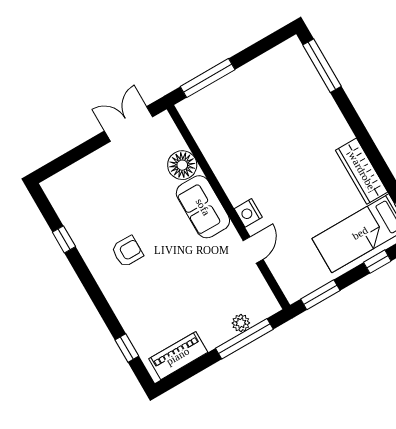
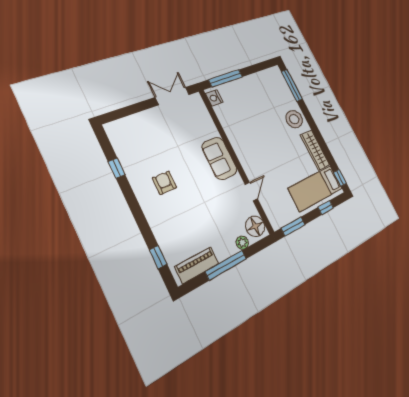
stool: (325, 125) -> (294, 119), added
floor lamp: (182, 165) -> (255, 226), moved
nightstand: (248, 213) -> (214, 98), moved
armchair: (127, 251) -> (164, 183), turned -90
window: (244, 339) -> (226, 265), moved

